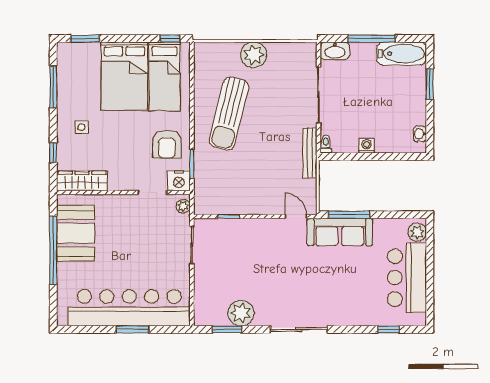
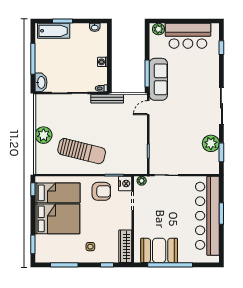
bathtub: (402, 54) -> (54, 31), moved, turned 90

